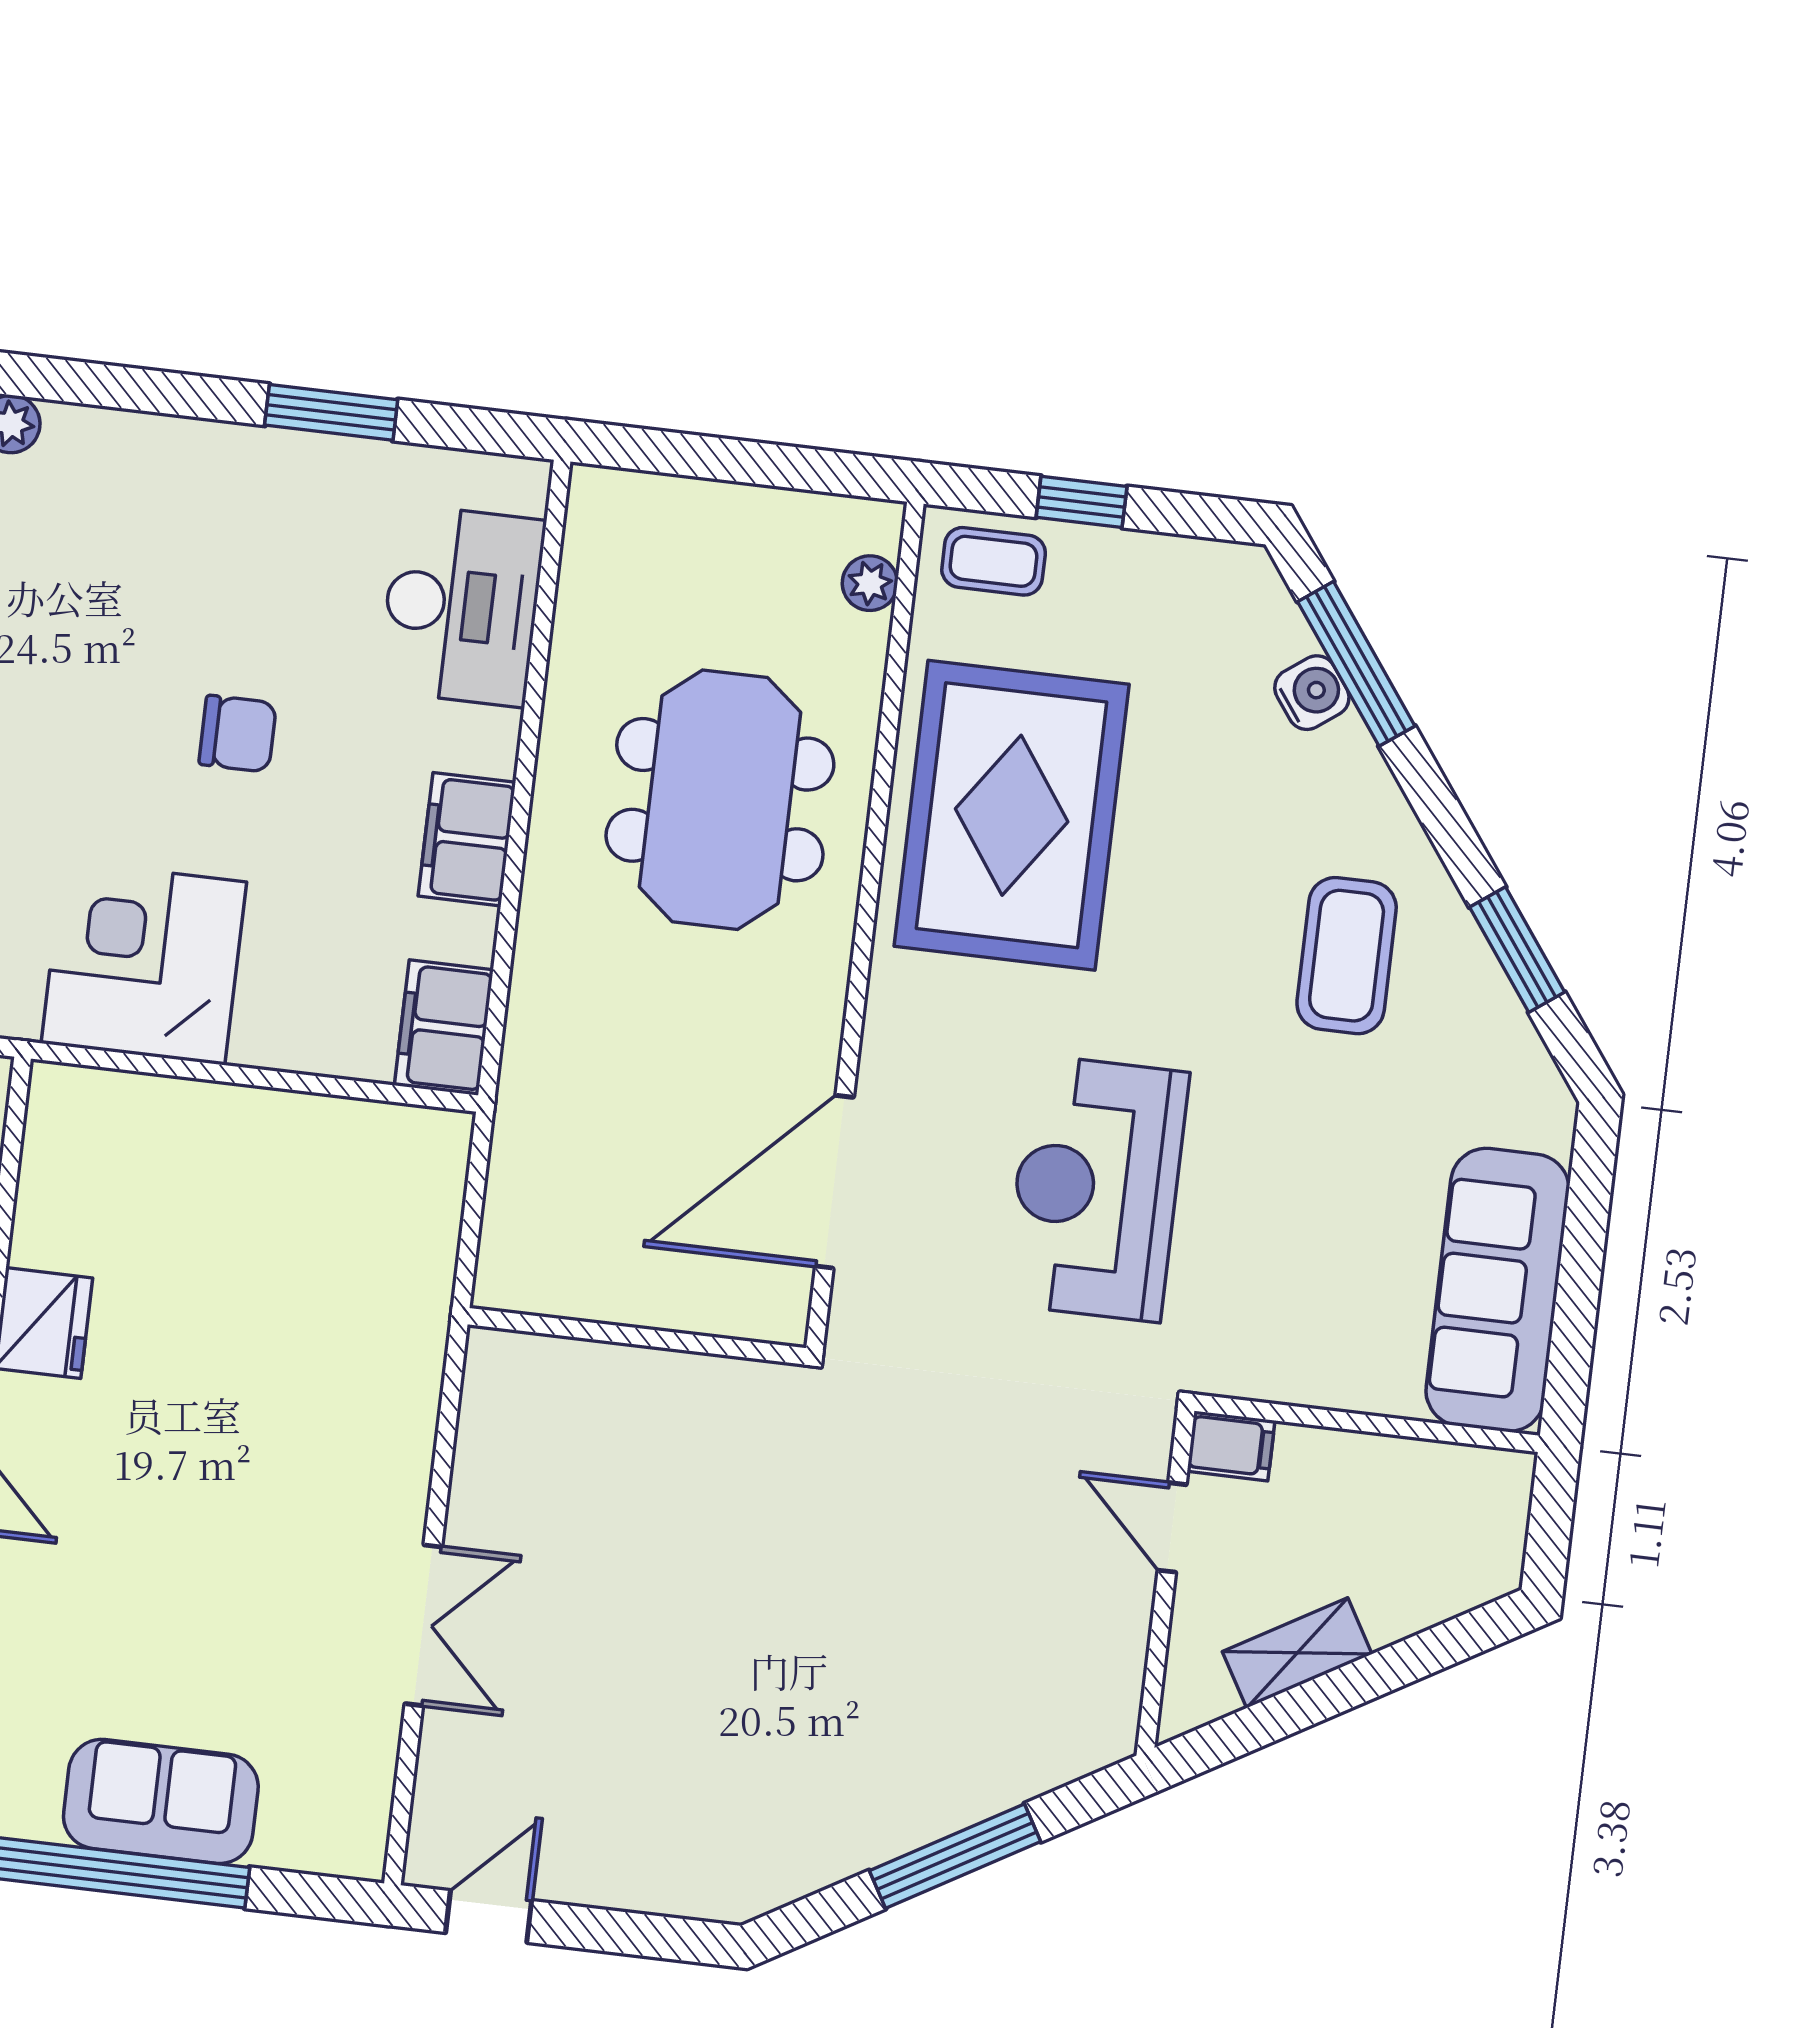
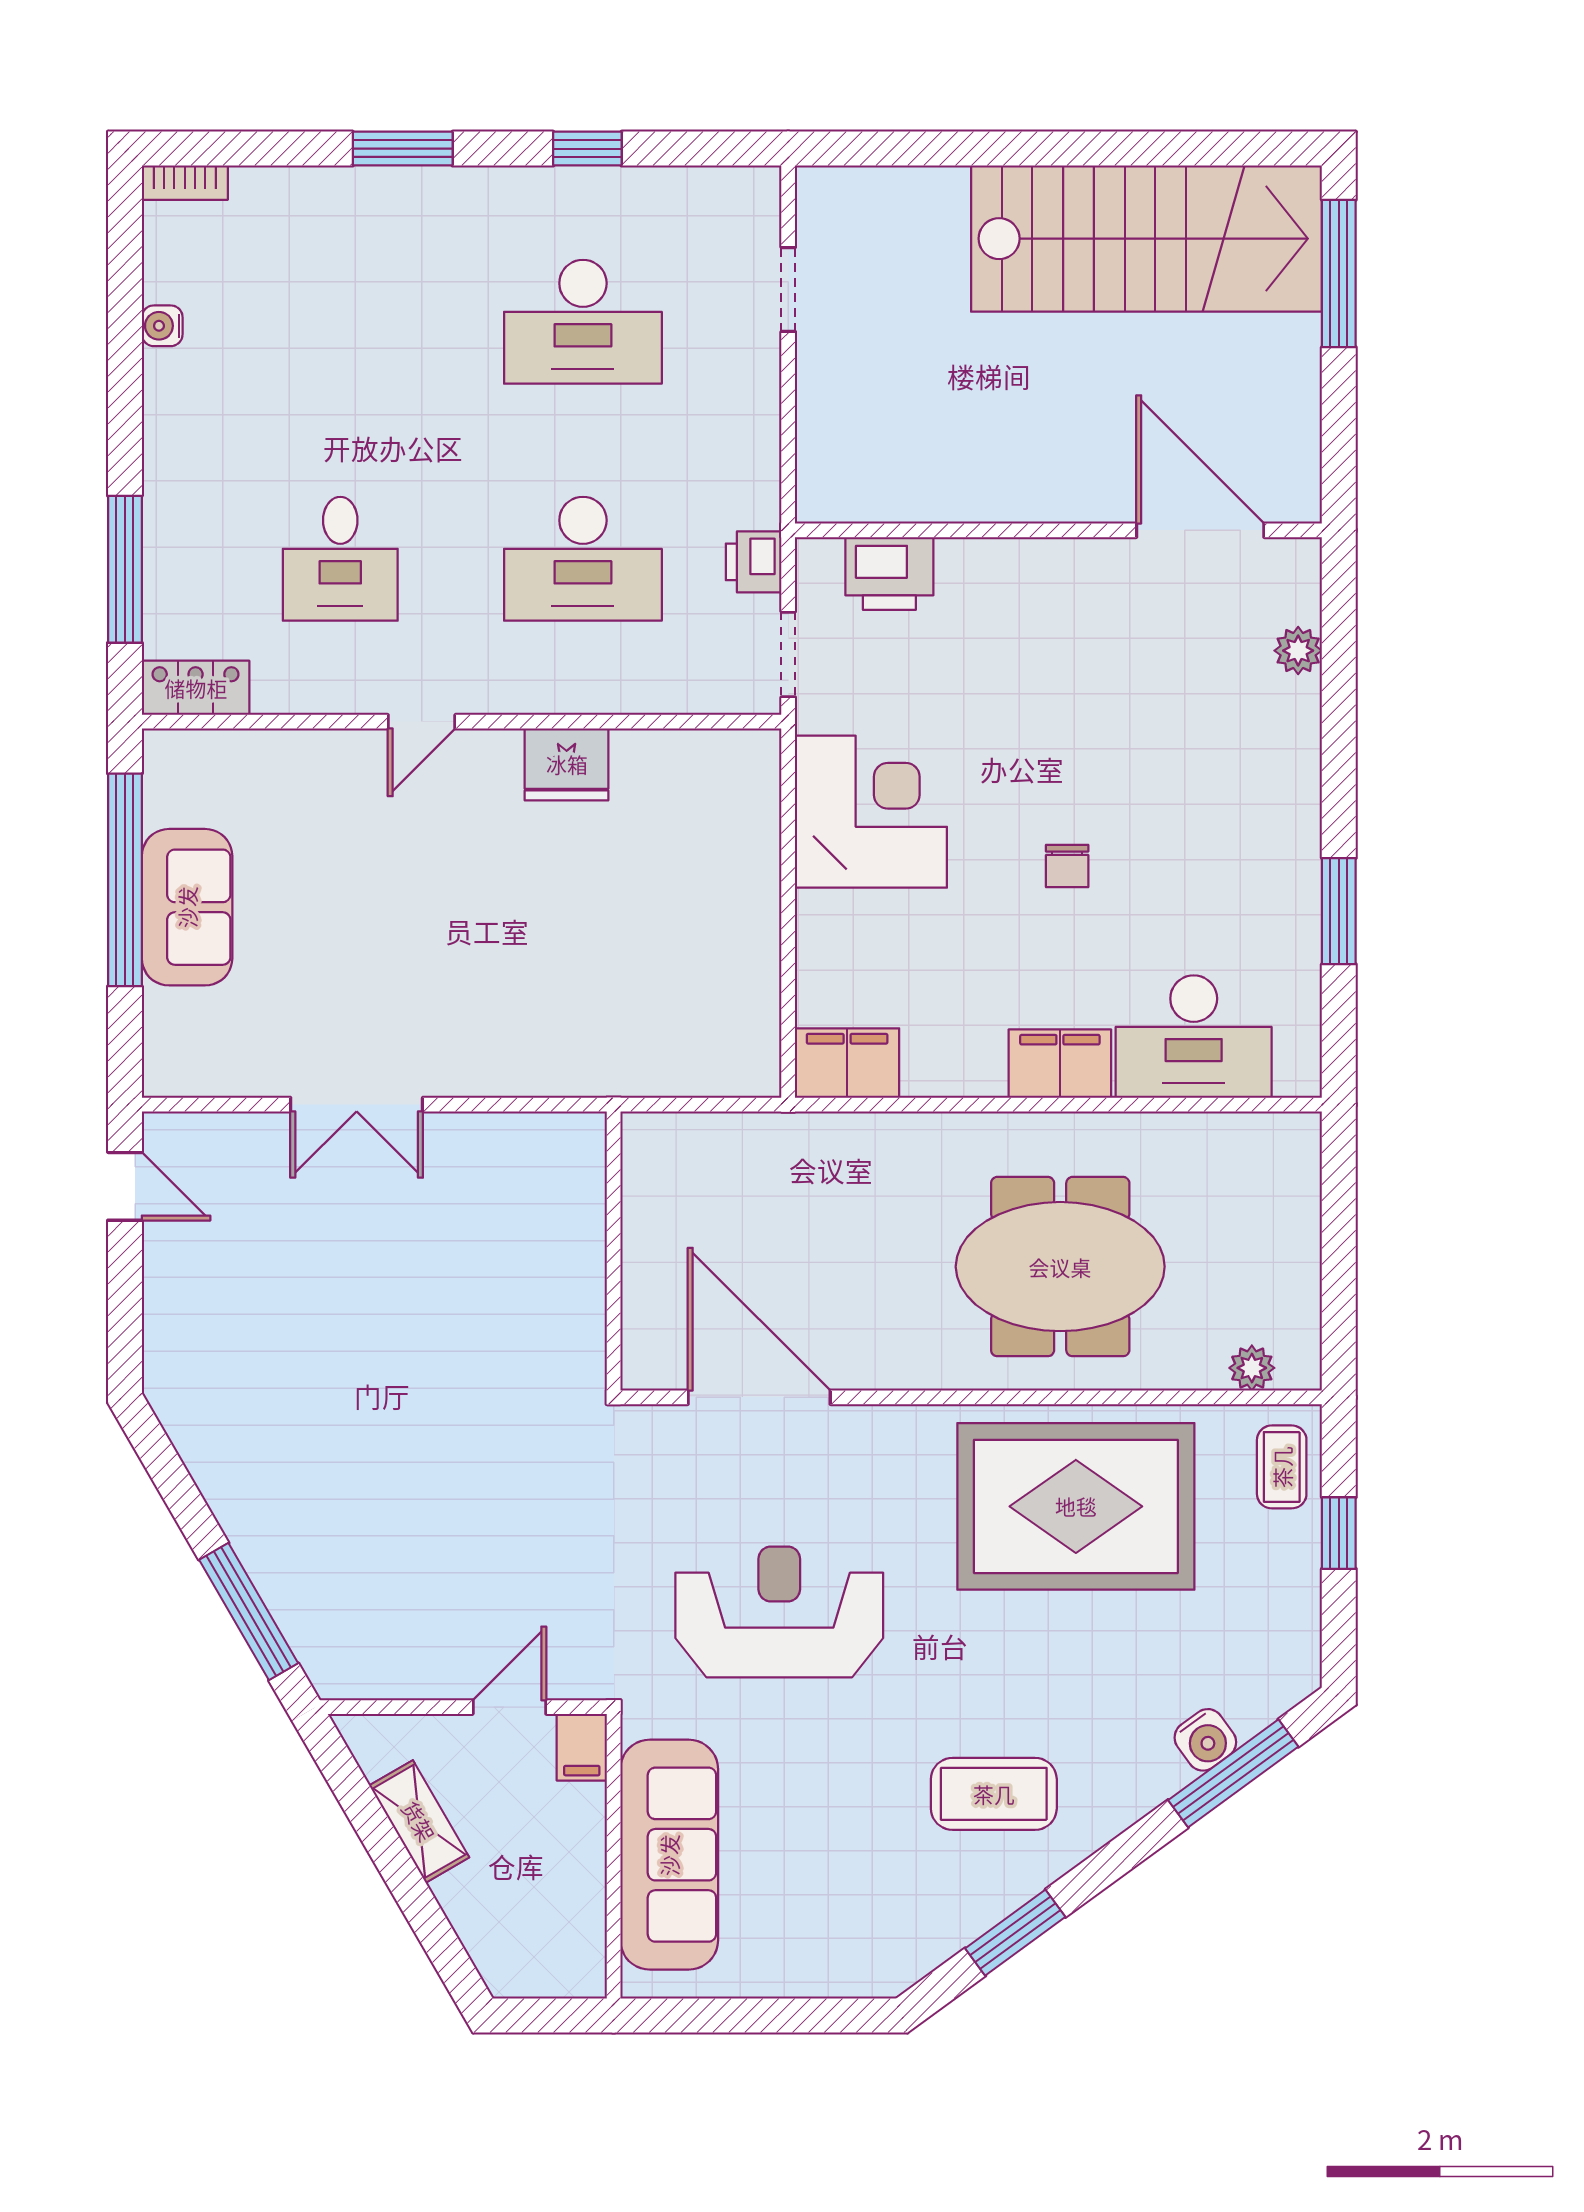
chair: (238, 734) -> (1067, 866), width x0.73, depth x0.73
filing cabinet: (467, 839) -> (1060, 1064), moved
sofa: (1498, 1290) -> (669, 1855), moved, turned 90
window: (955, 1856) -> (249, 1611), moved

